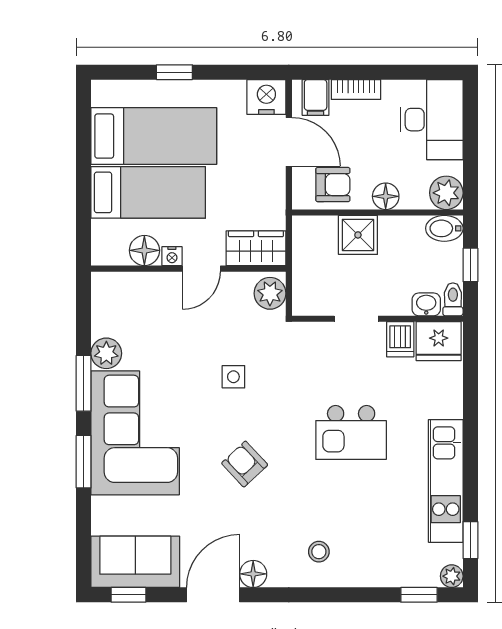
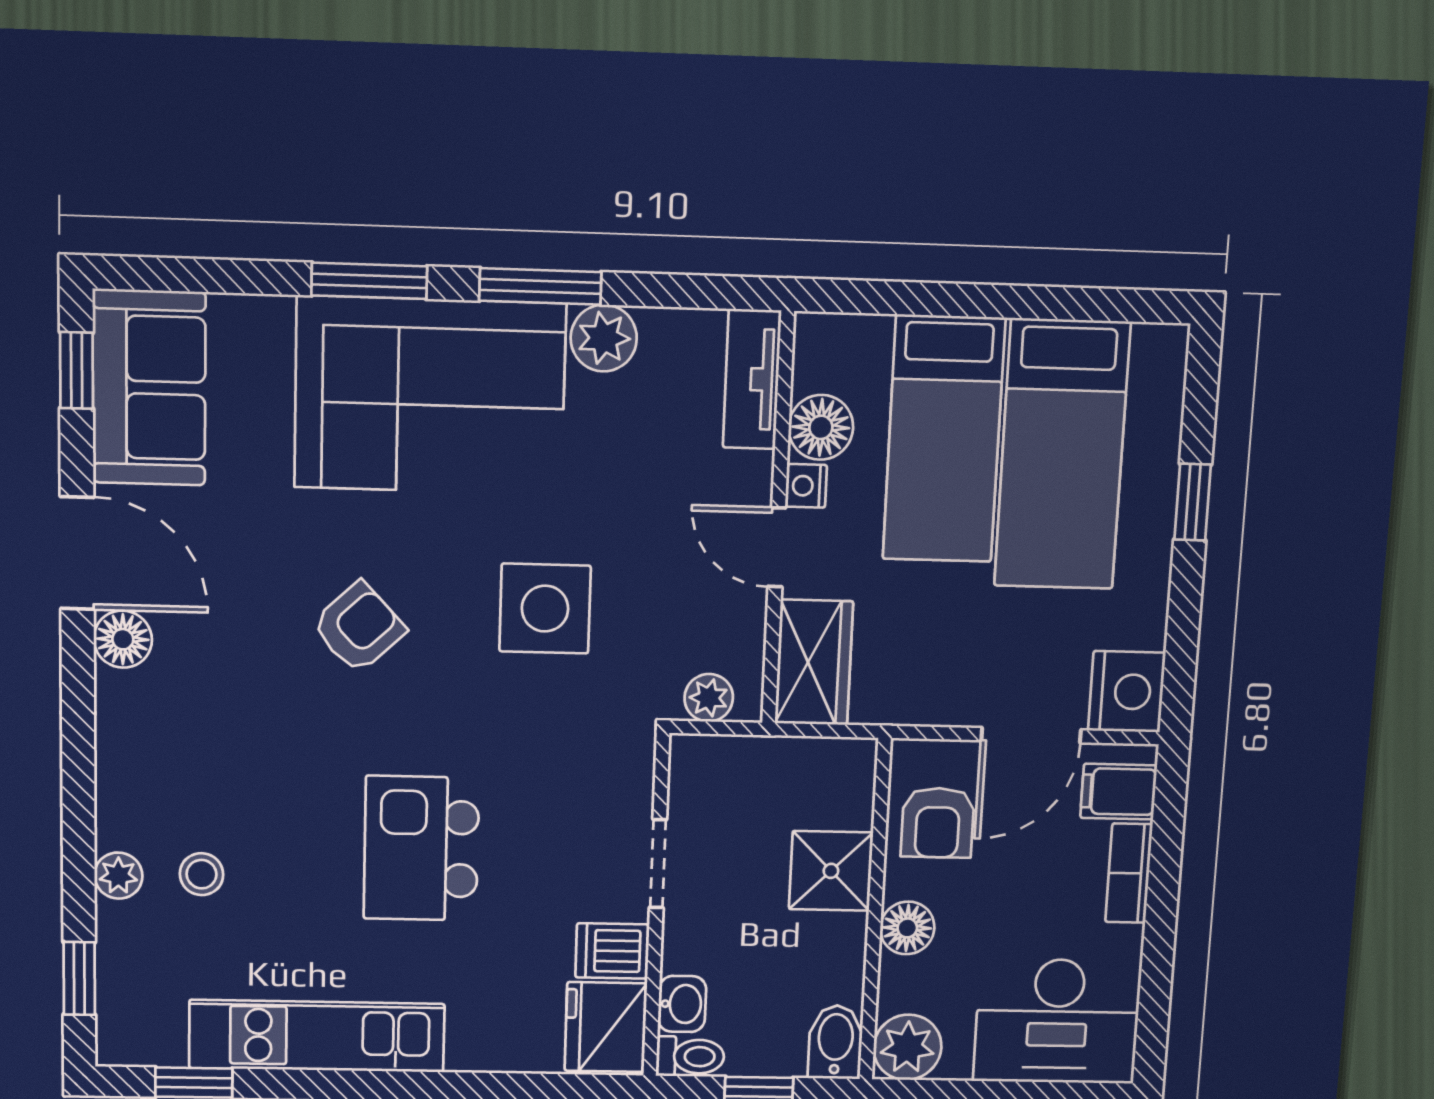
tv unit: (123, 284) -> (752, 379), added
plant: (270, 293) -> (709, 698), width x0.73, depth x0.73
side table: (233, 377) -> (545, 609), width x1.87, depth x1.87
stool: (319, 552) -> (202, 874), moved
plant: (452, 576) -> (118, 876), moved

